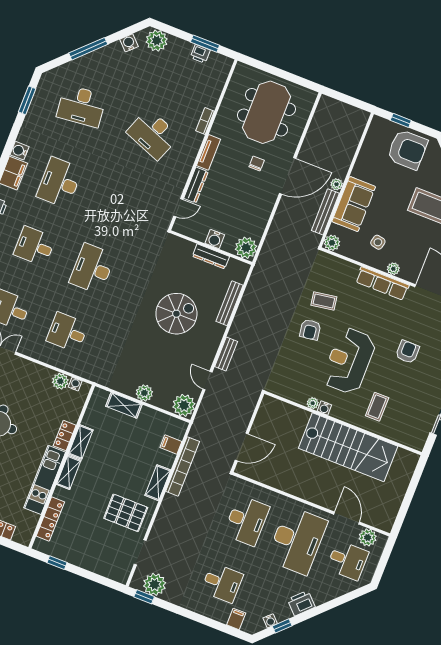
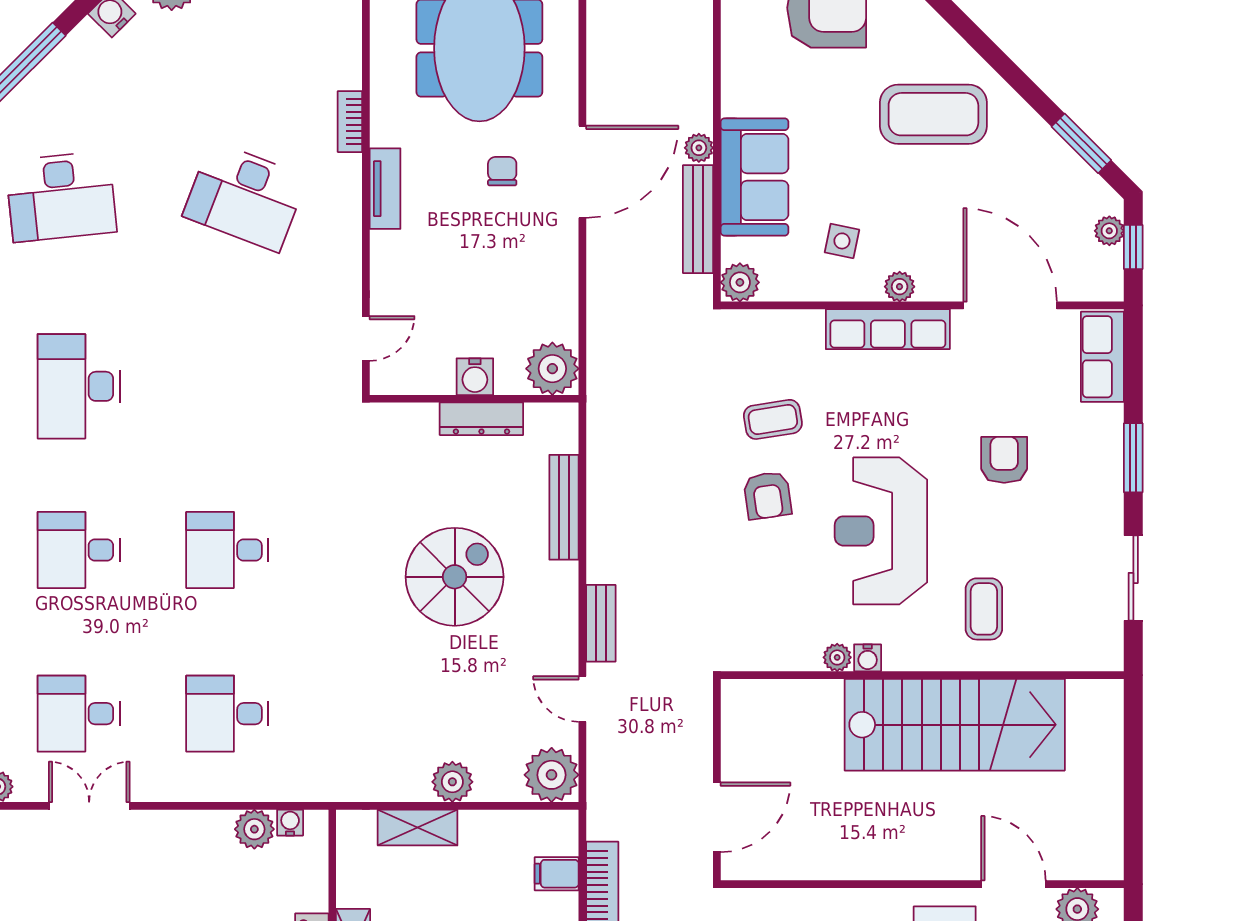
dresser: (196, 185) -> (385, 273), removed
desk: (92, 269) -> (227, 550), width x0.73

